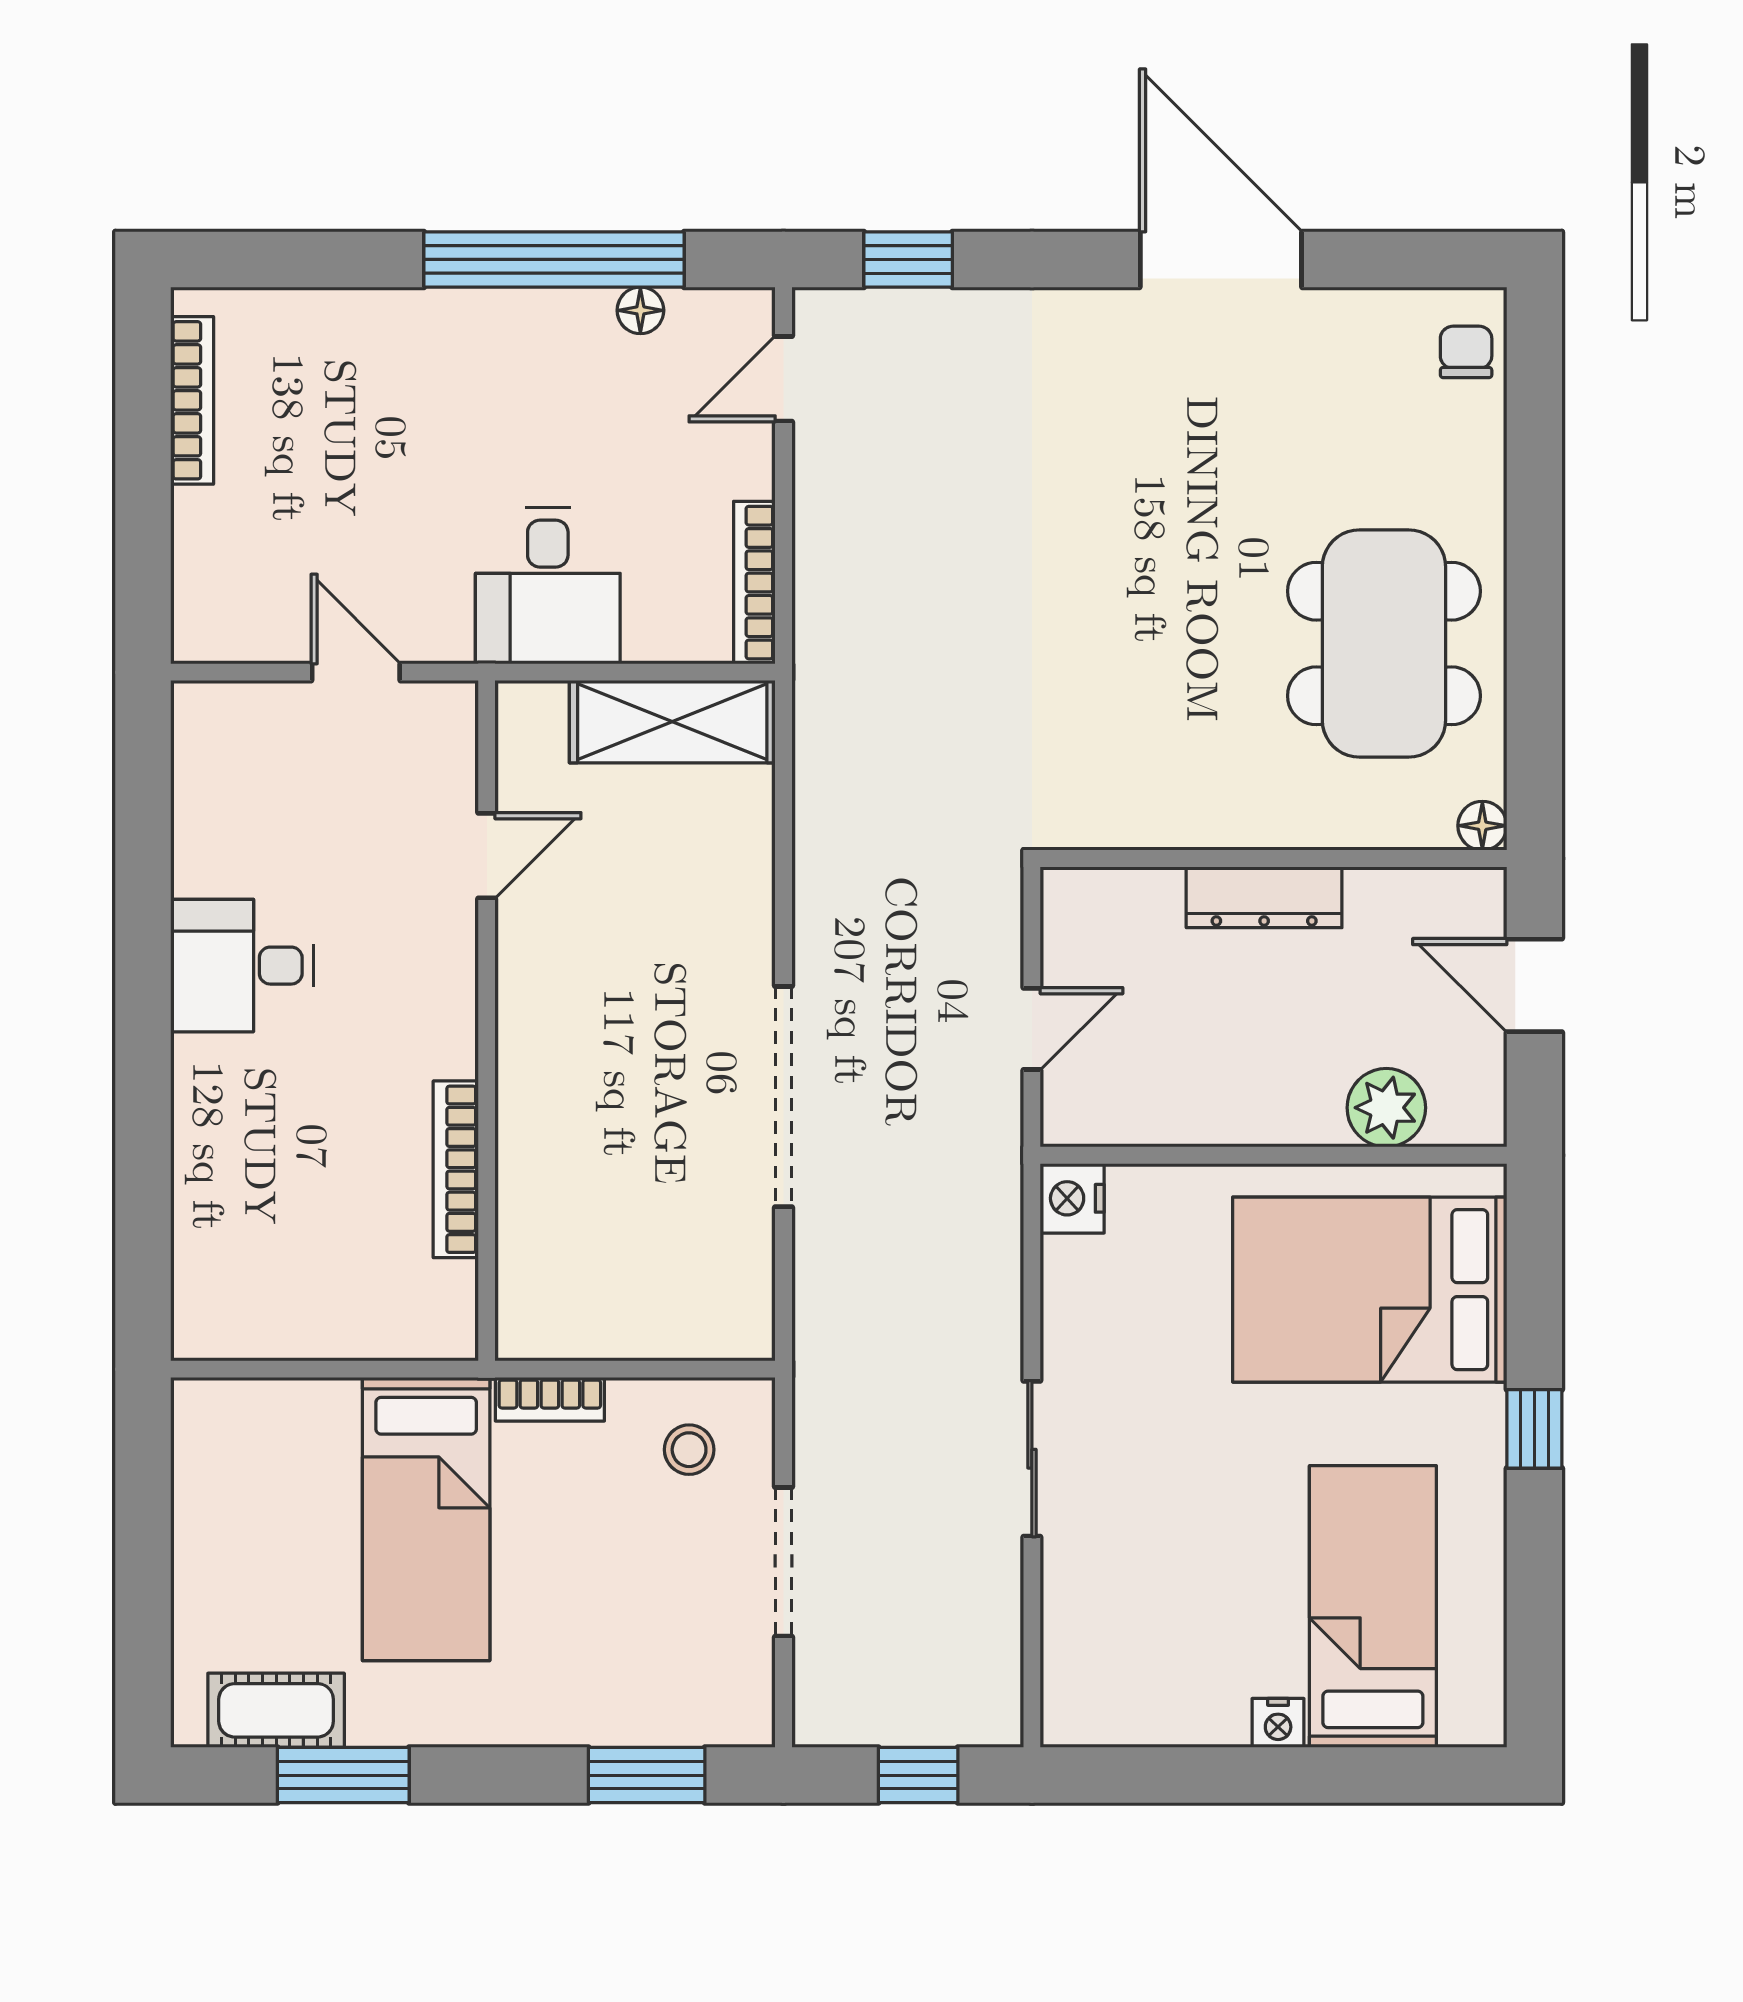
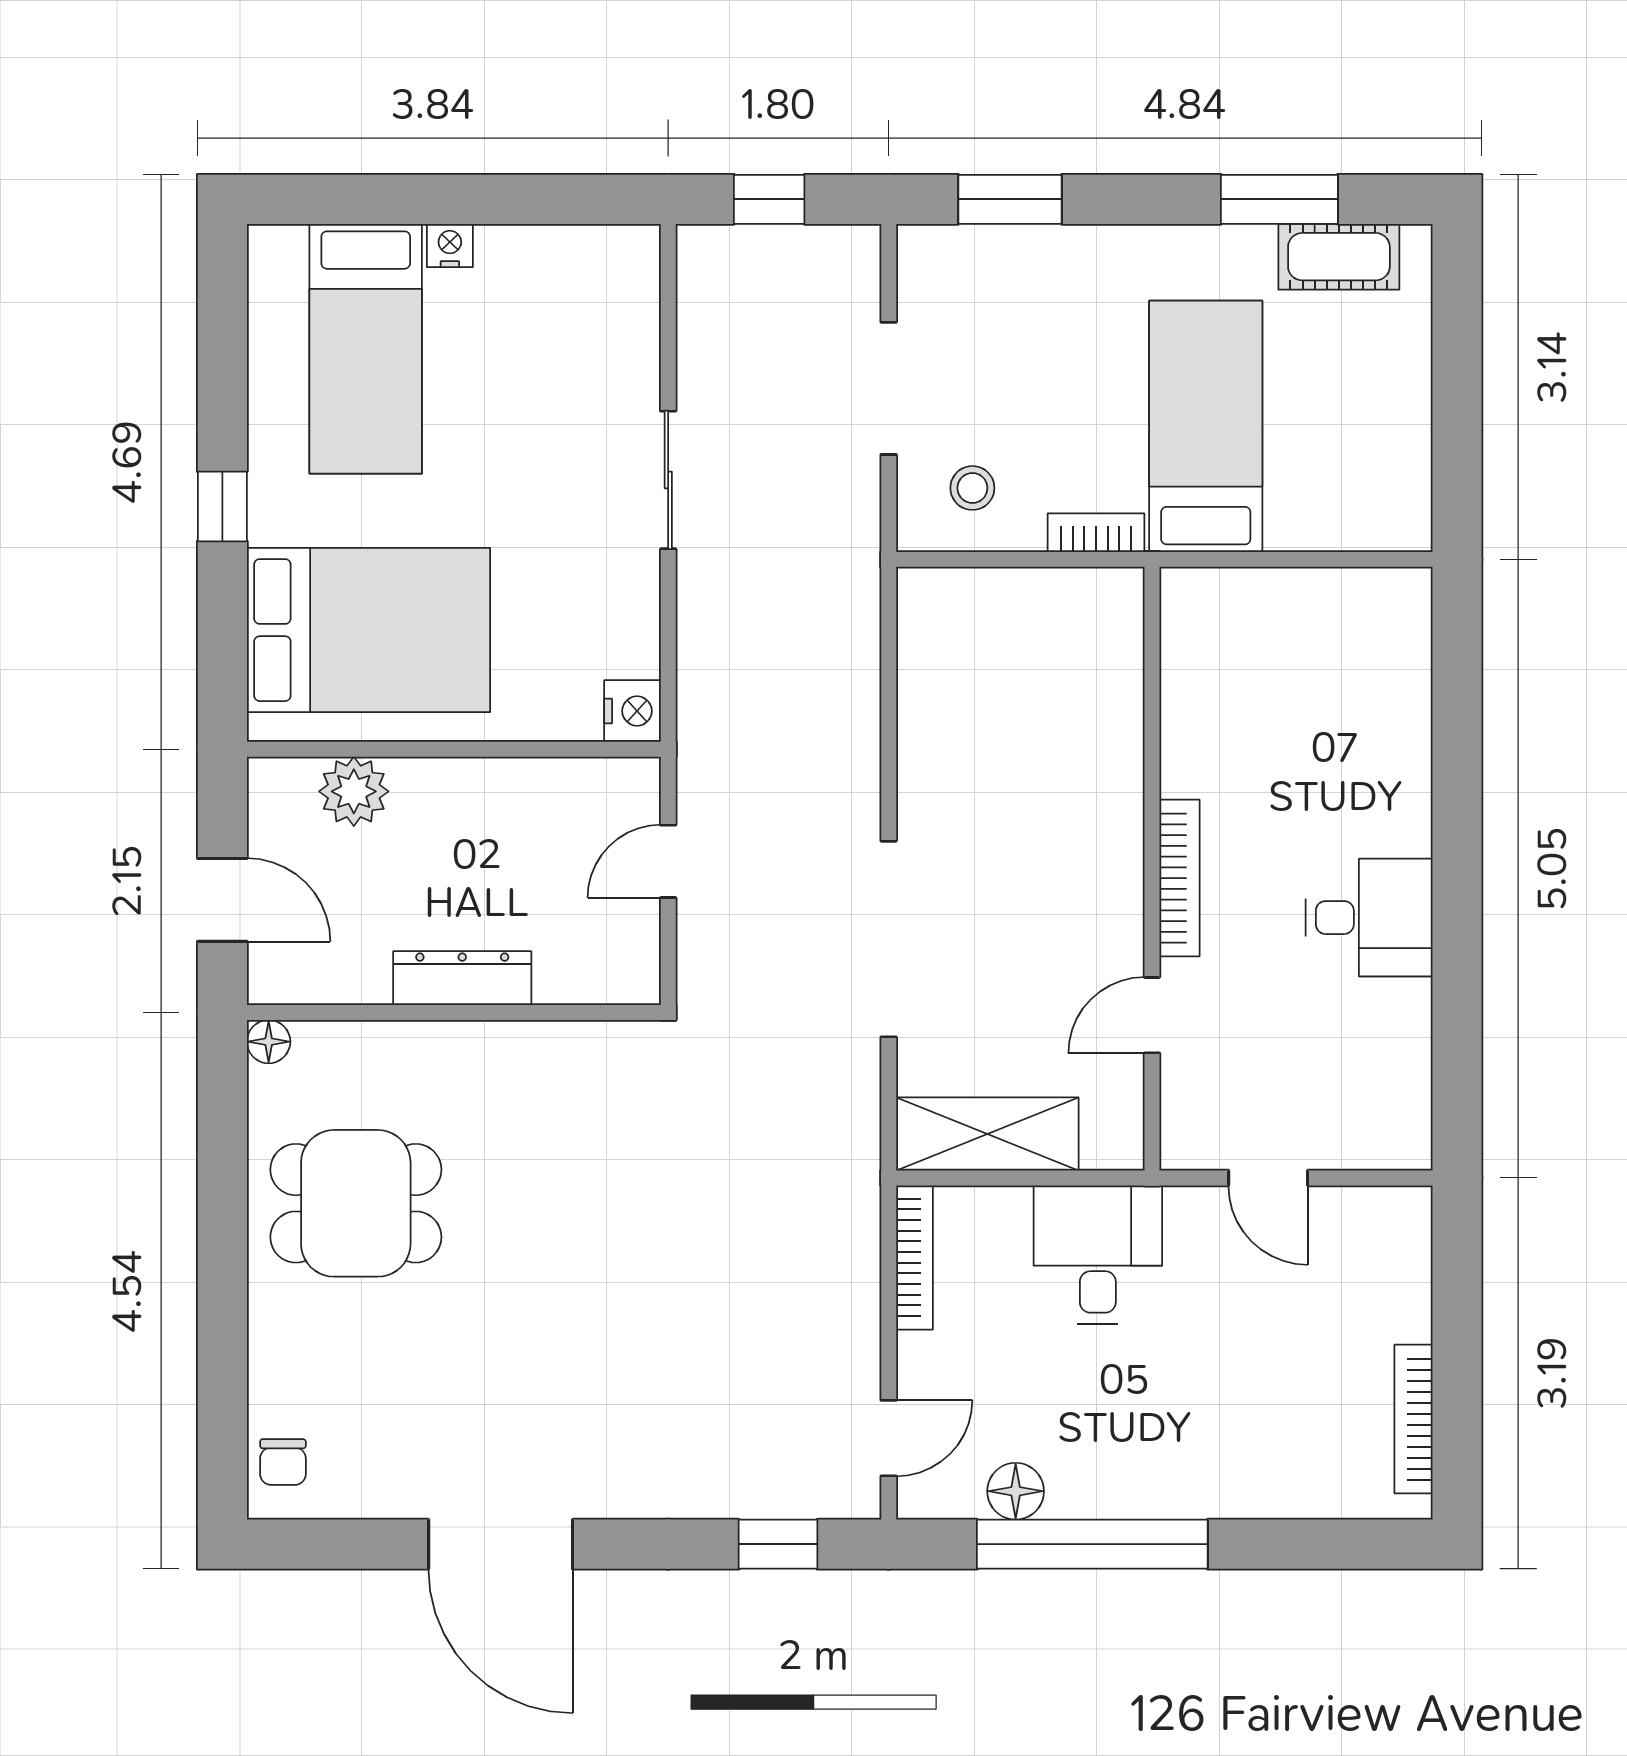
floor lamp: (640, 310) -> (1016, 1491), width x1.37, depth x1.37
dining table: (1384, 643) -> (356, 1203), width x0.73
doorway: (783, 1097) -> (889, 939), moved
bookcase: (456, 1169) -> (1179, 878), moved

